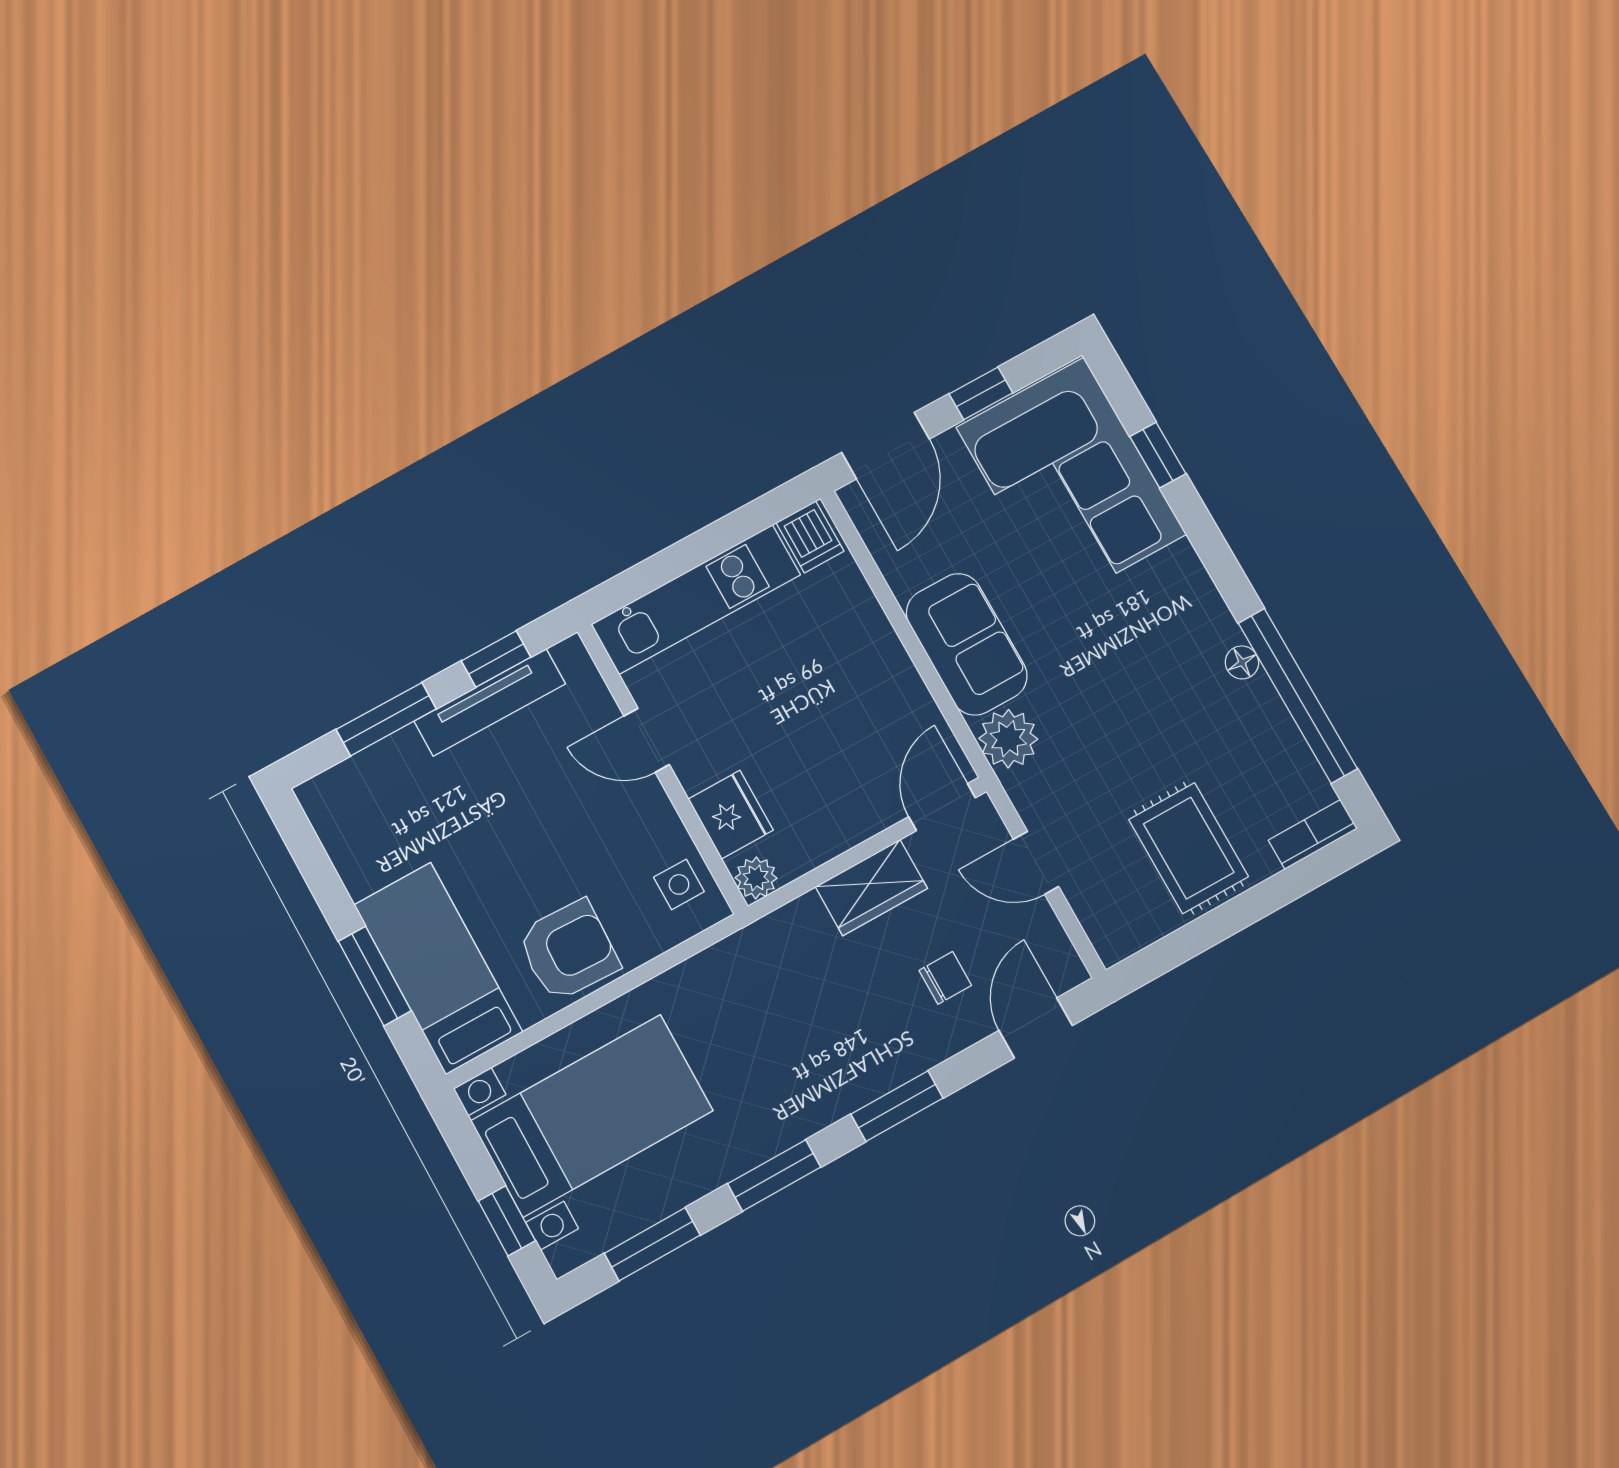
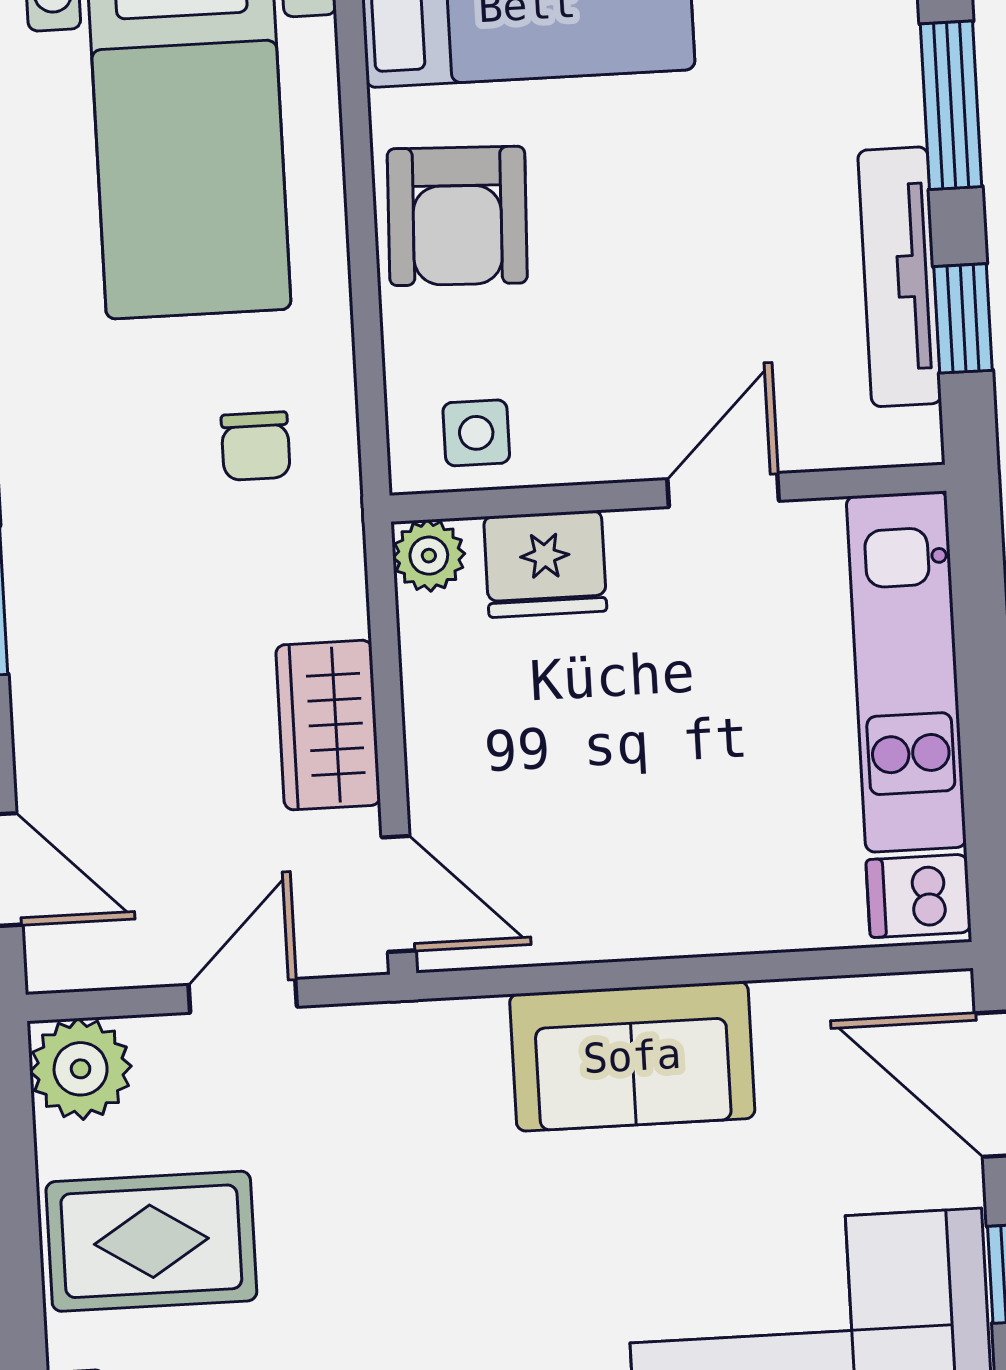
plant: (1008, 739) -> (81, 1069), moved
chair: (945, 978) -> (256, 446), moved

